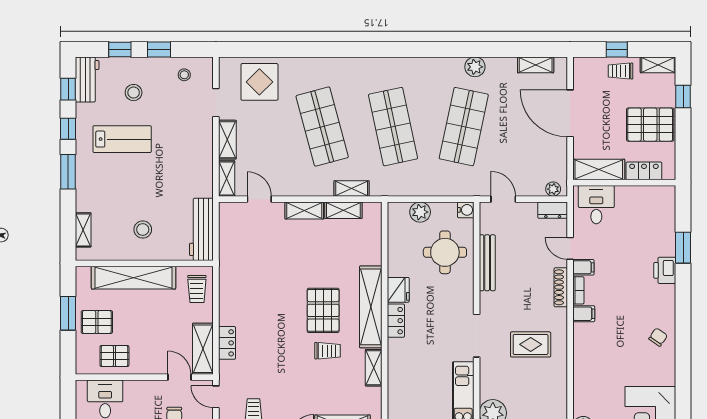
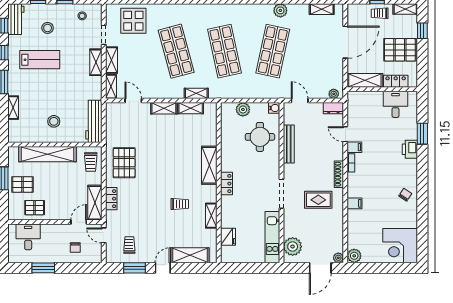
door: (570, 113) -> (345, 42), swing flipped
shelving: (204, 143) -> (96, 62), added
desk: (596, 205) -> (395, 104), moved
shelving: (83, 230) -> (13, 108), moved
shoe rack: (561, 287) -> (339, 174), moved
fridge: (398, 290) -> (228, 237), moved
shelving: (371, 307) -> (209, 165), width x0.68
pallet: (323, 310) -> (124, 163), moved
filing cabinet: (584, 314) -> (355, 203), moved
door: (179, 377) -> (79, 222), hinge flipped

